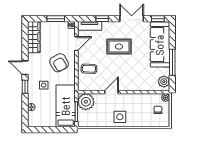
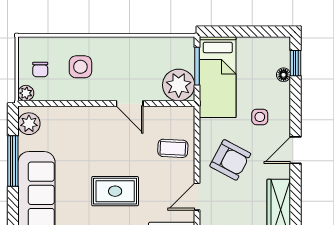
armchair: (59, 63) -> (230, 160), turned 147
door: (25, 68) -> (296, 150), swing flipped
window: (25, 87) -> (296, 63), moved
door: (111, 92) -> (130, 103), hinge flipped
side table: (120, 117) -> (80, 67), moved

